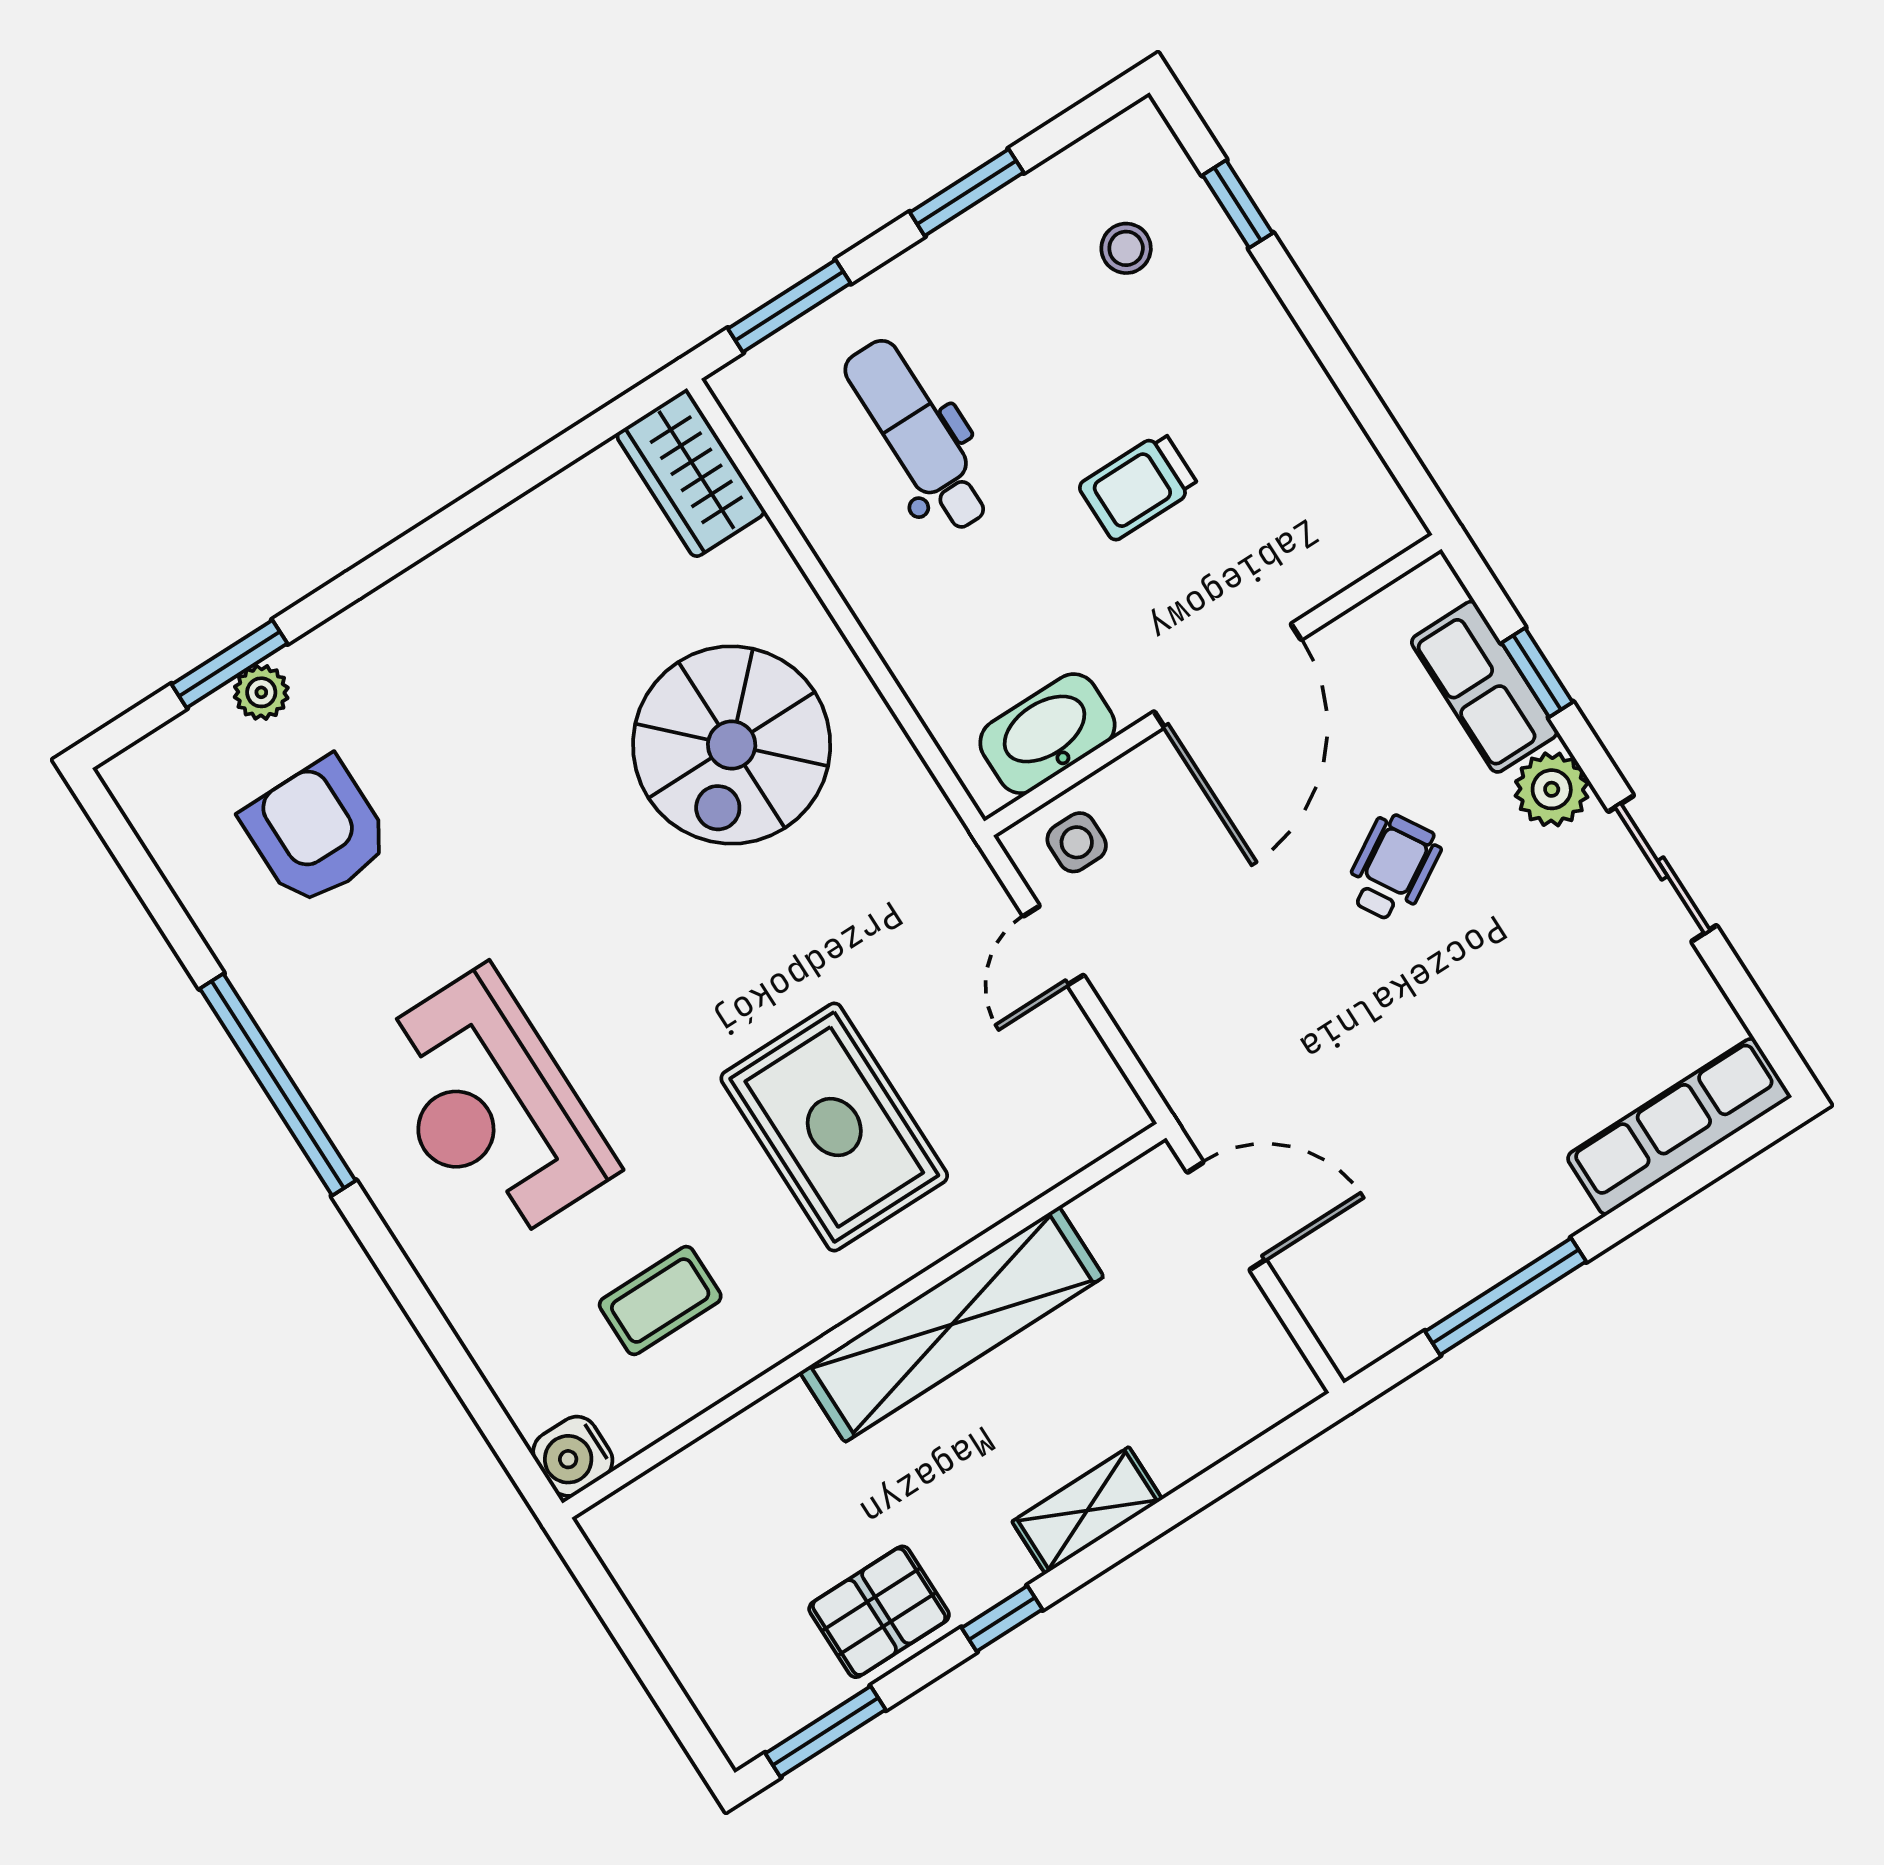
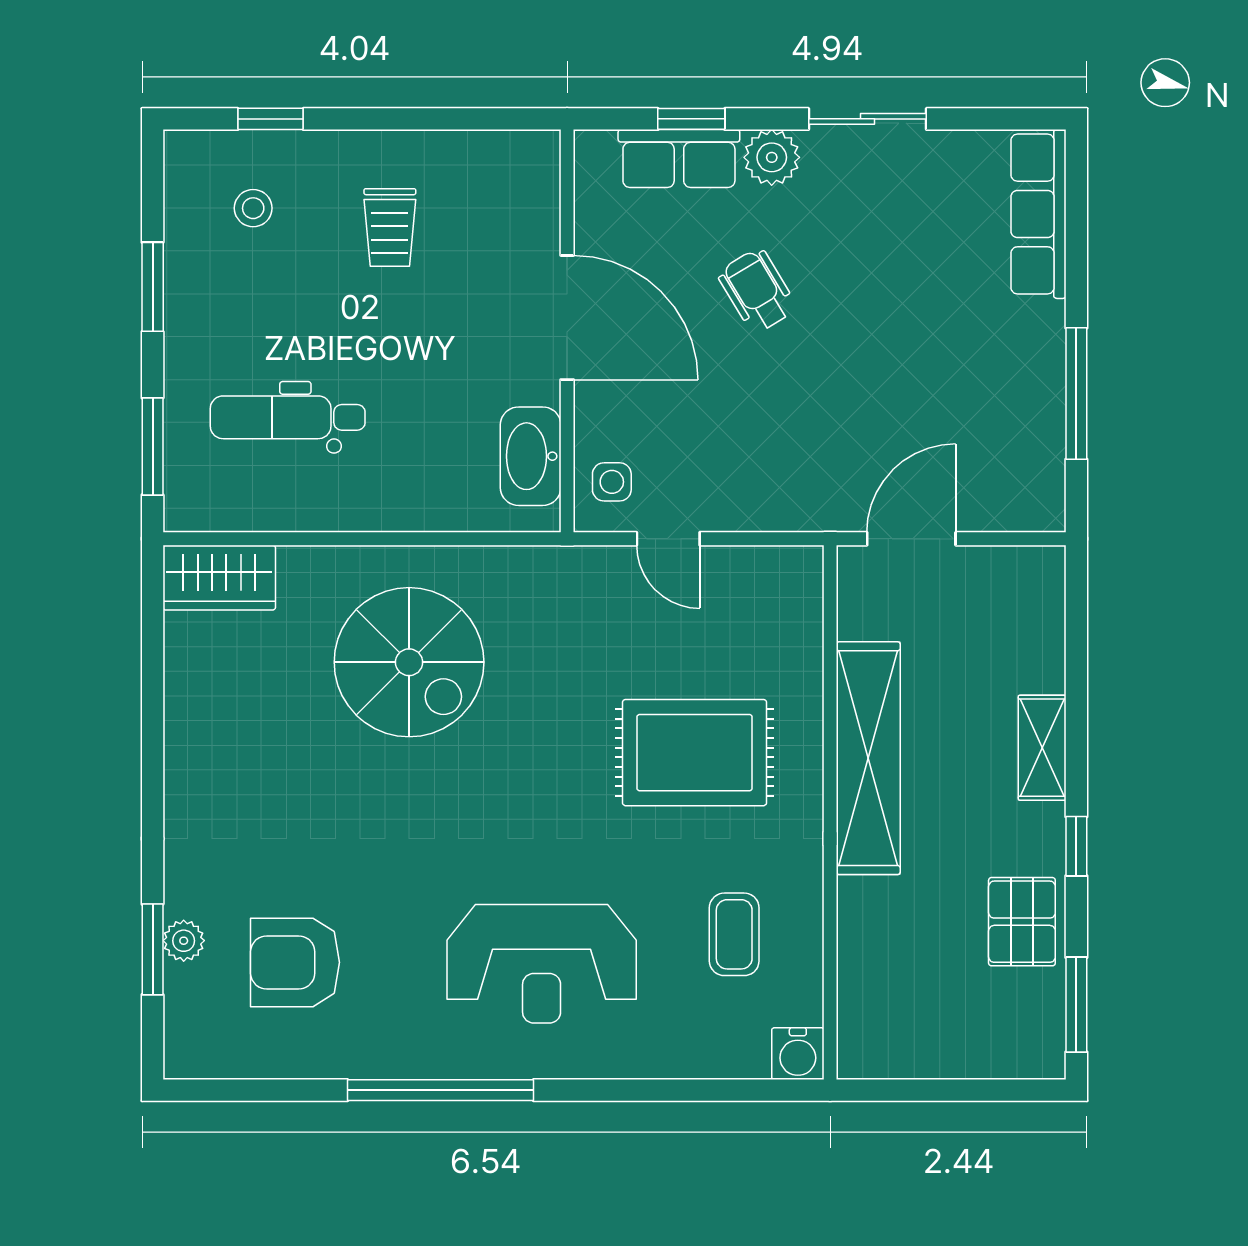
trolley: (1138, 486) -> (390, 227), moved

